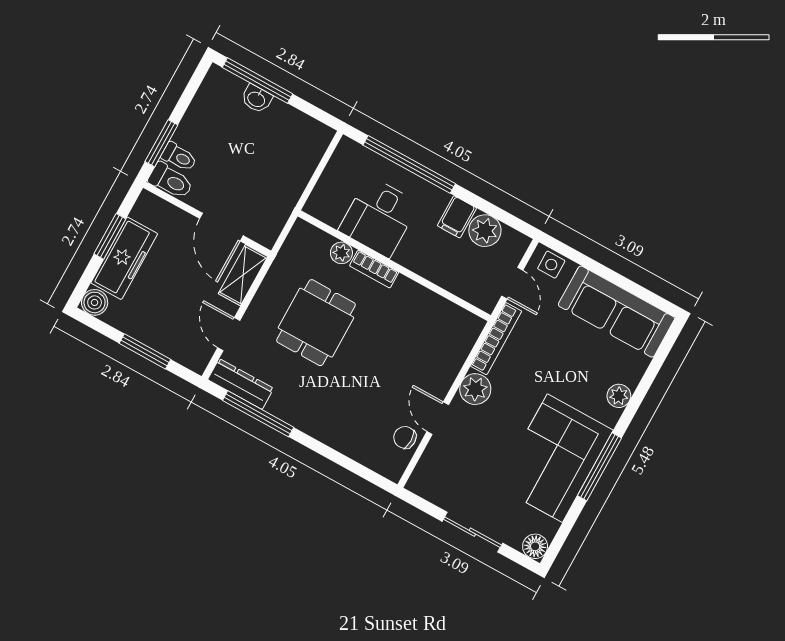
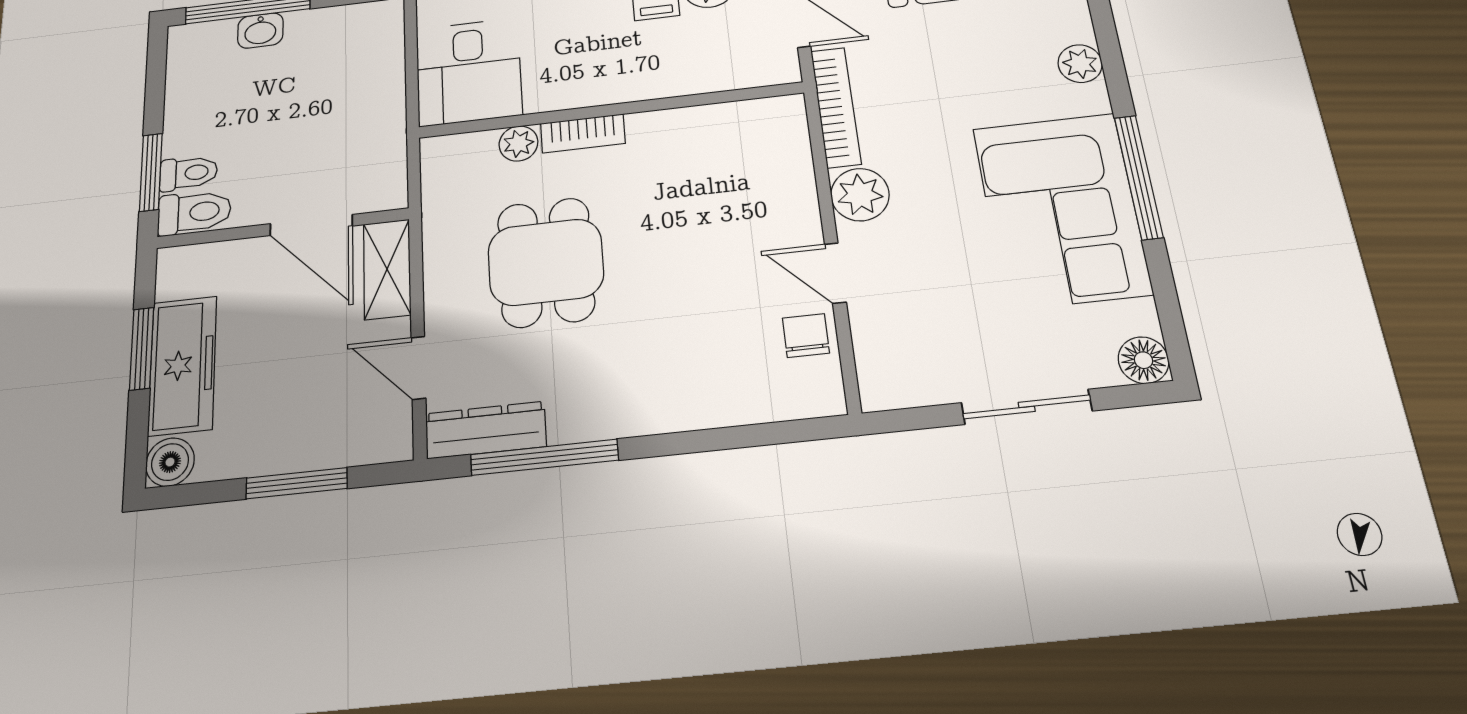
desk: (379, 217) -> (469, 72), moved
chair: (405, 437) -> (806, 336), turned 90

